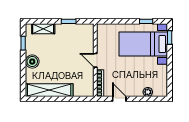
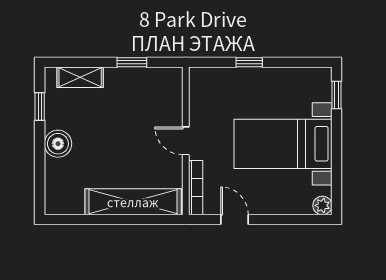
window: (146, 21) -> (249, 62), moved
bed with nightstands: (143, 44) -> (283, 144), moved
shelving: (49, 90) -> (133, 202), moved
plant: (148, 92) -> (322, 205), moved

